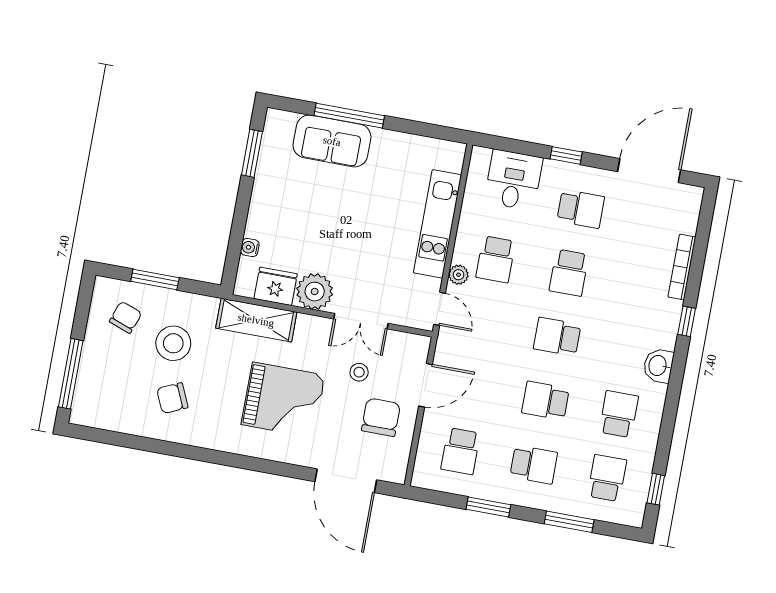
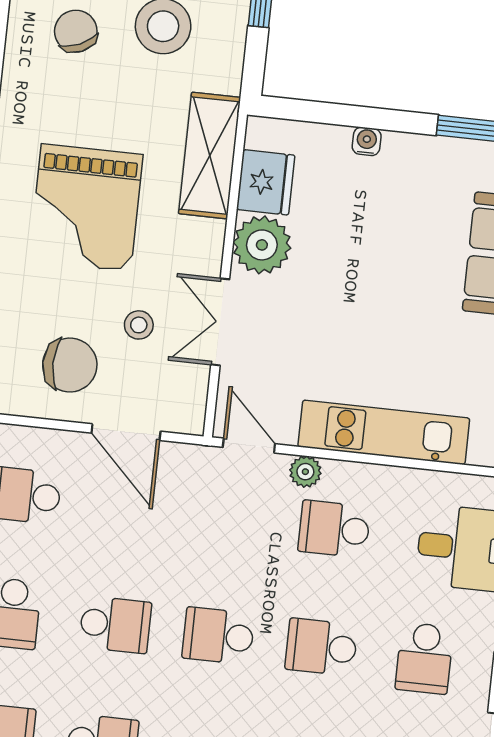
water cooler: (250, 248) -> (367, 141), moved
door: (440, 309) -> (249, 446), swing flipped
school desk: (557, 337) -> (218, 636), turned -90
school desk: (545, 401) -> (115, 625), turned 90

